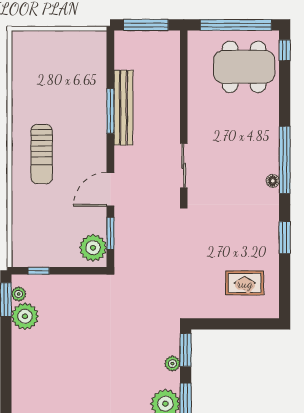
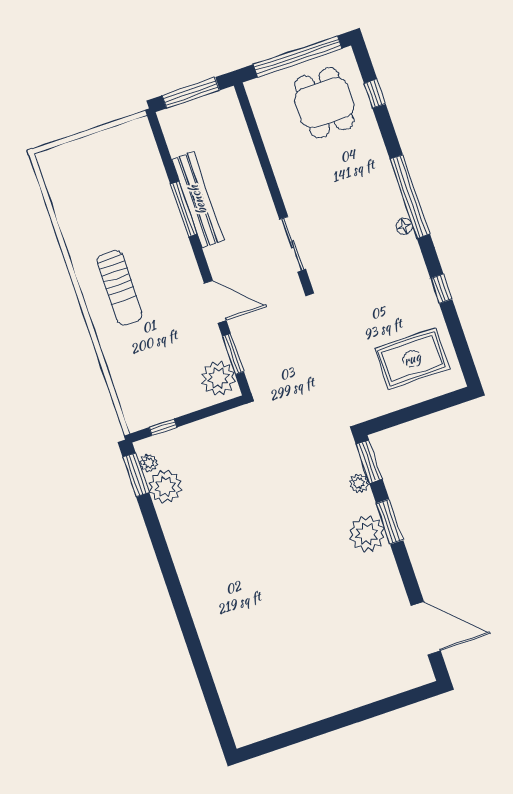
window: (285, 50) -> (375, 94), moved
dining table: (244, 67) -> (324, 103), width x0.73
door: (110, 189) -> (215, 302), swing flipped
window: (285, 238) -> (441, 289), width x0.67
rug: (245, 283) -> (412, 359), width x1.36, depth x1.43

